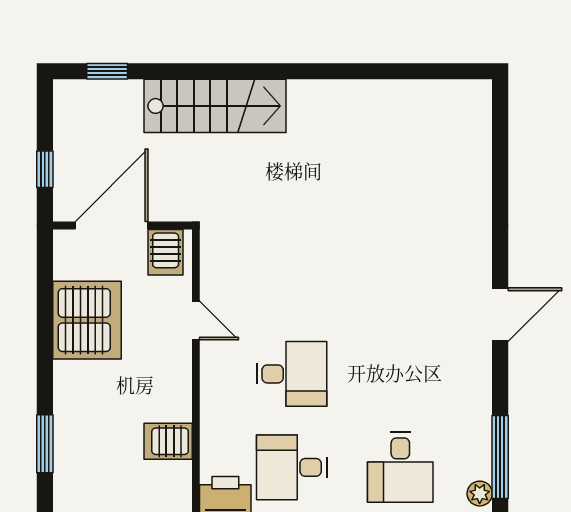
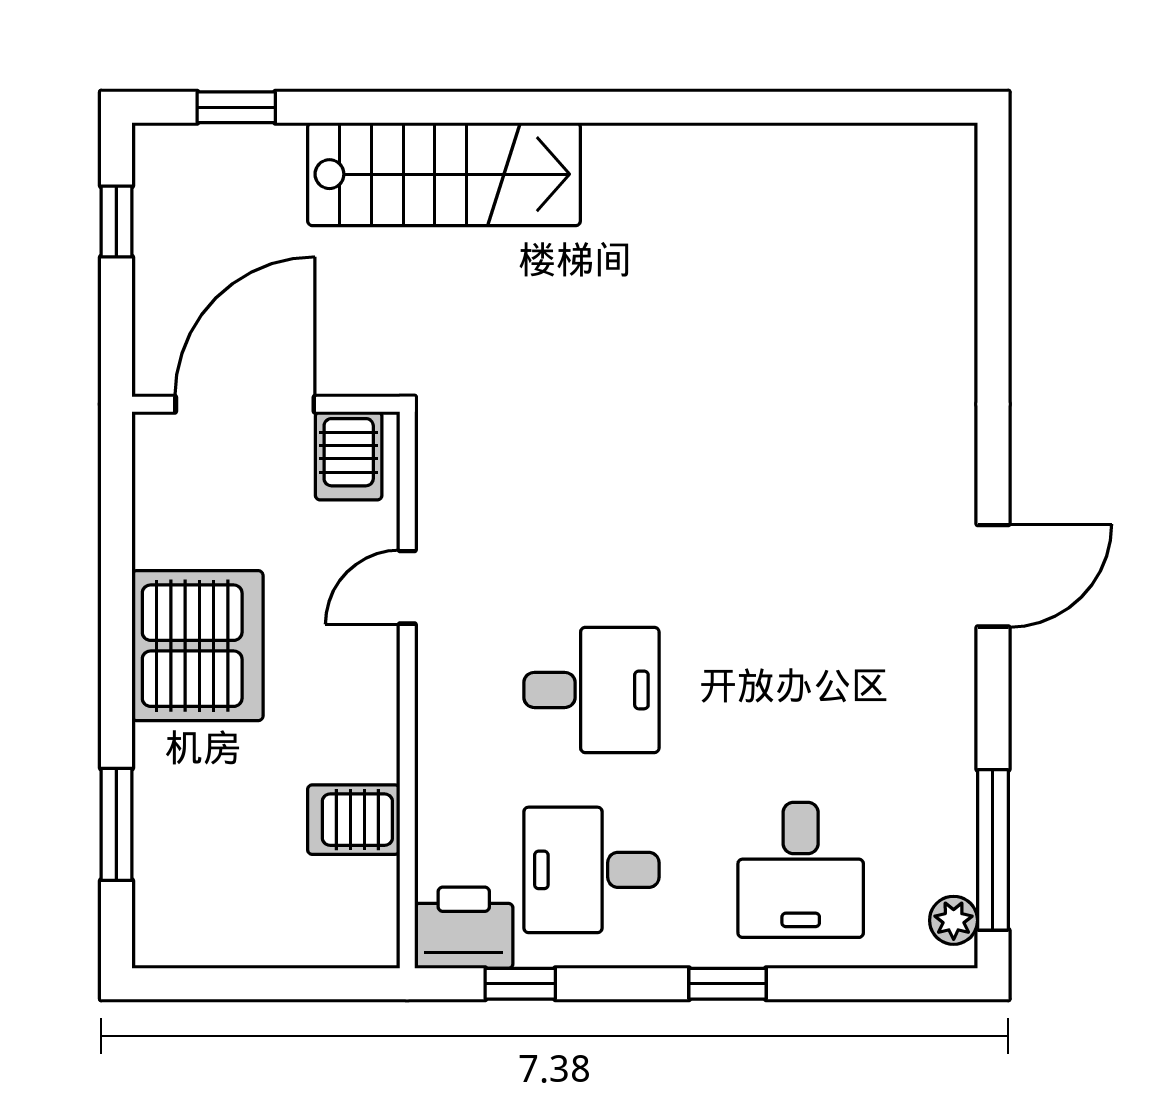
window: (45, 169) -> (116, 221), moved
server rack: (87, 320) -> (197, 646), moved
door: (196, 321) -> (407, 587), swing flipped

